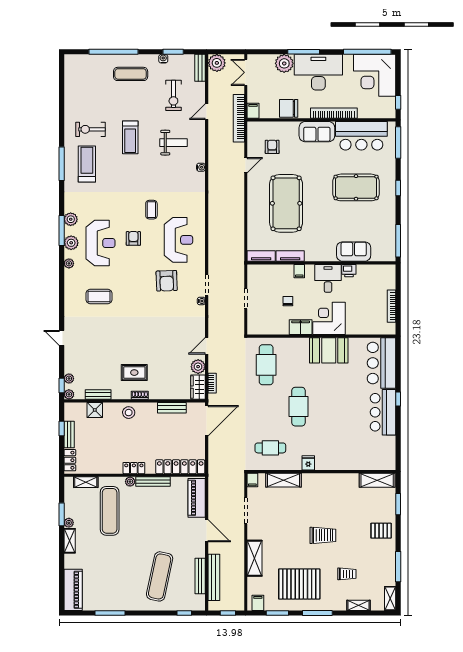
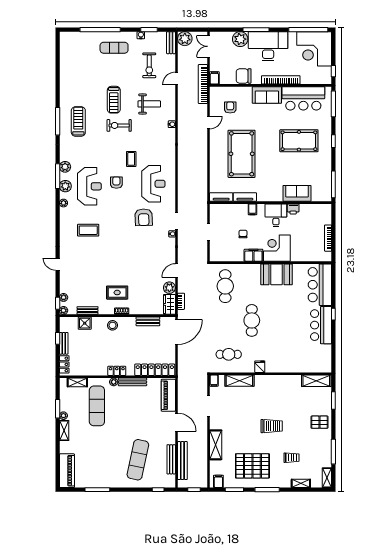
exercise bike: (90, 129) -> (119, 125), moved

